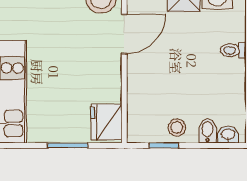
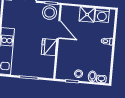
door: (124, 34) -> (59, 30), hinge flipped
fridge: (106, 122) -> (49, 47), moved

